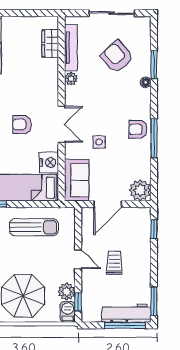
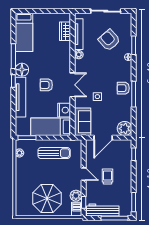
workbench: (126, 313) -> (103, 210), moved

